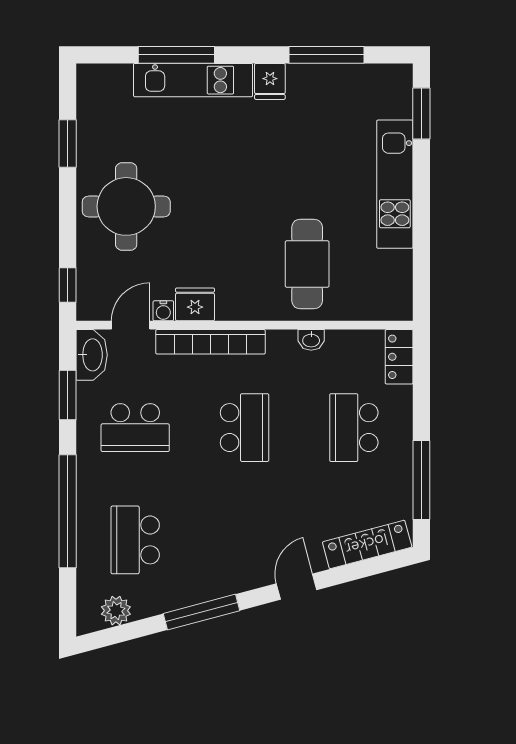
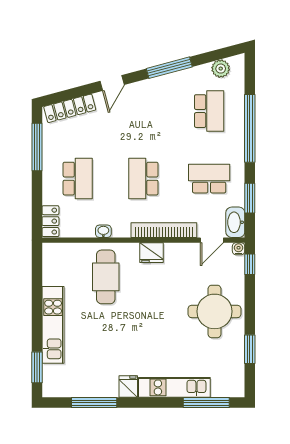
window: (176, 55) -> (206, 403), moved
fridge: (195, 304) -> (152, 253), moved
water cooler: (163, 311) -> (239, 249), moved

